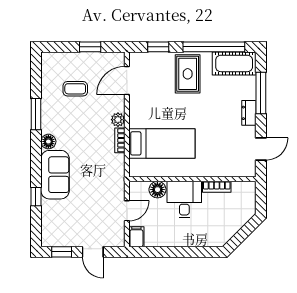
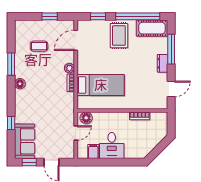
sofa: (55, 175) -> (25, 141), moved
floor lamp: (157, 190) -> (86, 118), moved
desk: (184, 200) -> (112, 146), moved, turned 180
filing cabinet: (136, 237) -> (93, 151), moved

